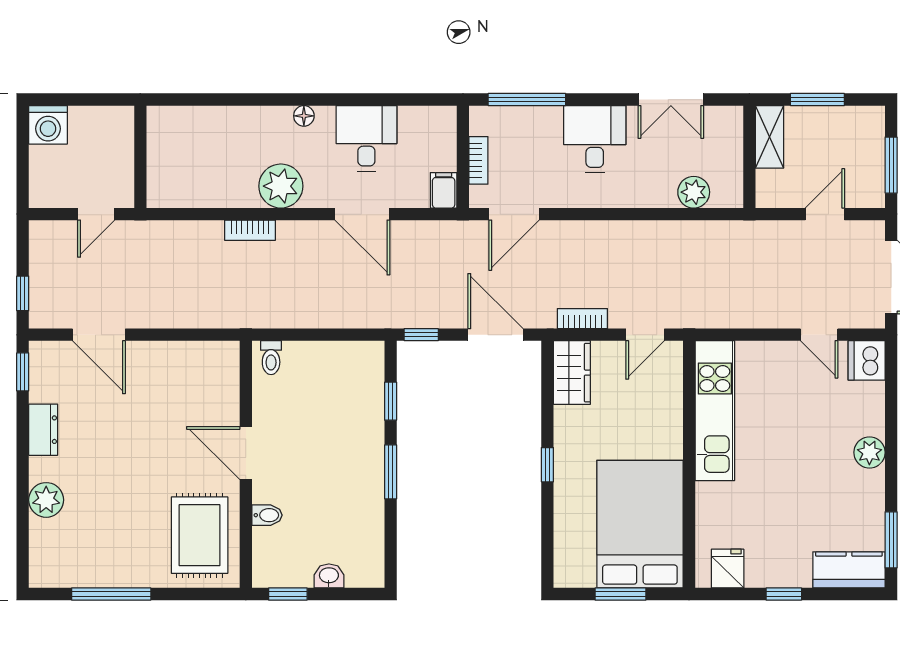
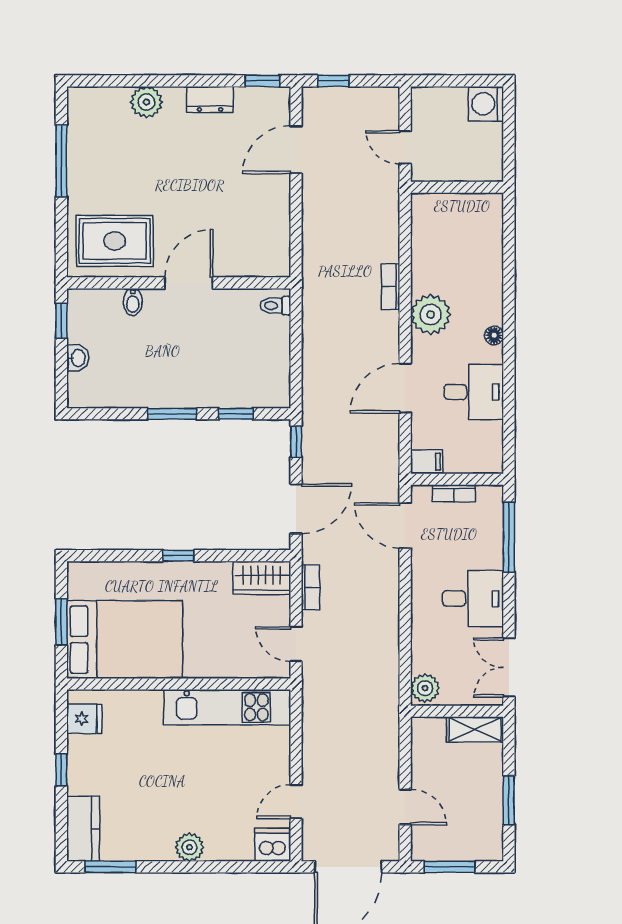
shelving: (769, 137) -> (475, 729), moved
wall: (749, 157) -> (457, 711), moved

